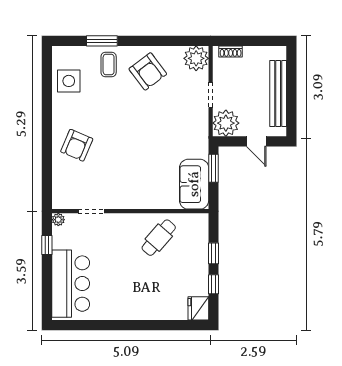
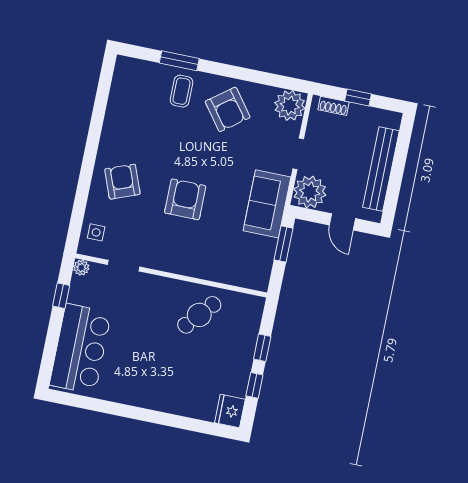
window: (248, 41) -> (358, 97), added
side table: (69, 81) -> (96, 232), moved, width x0.54, depth x0.54
armchair: (77, 145) -> (122, 182), turned 136
armchair: (129, 149) -> (185, 199), added
sofa: (194, 184) -> (267, 204), moved

